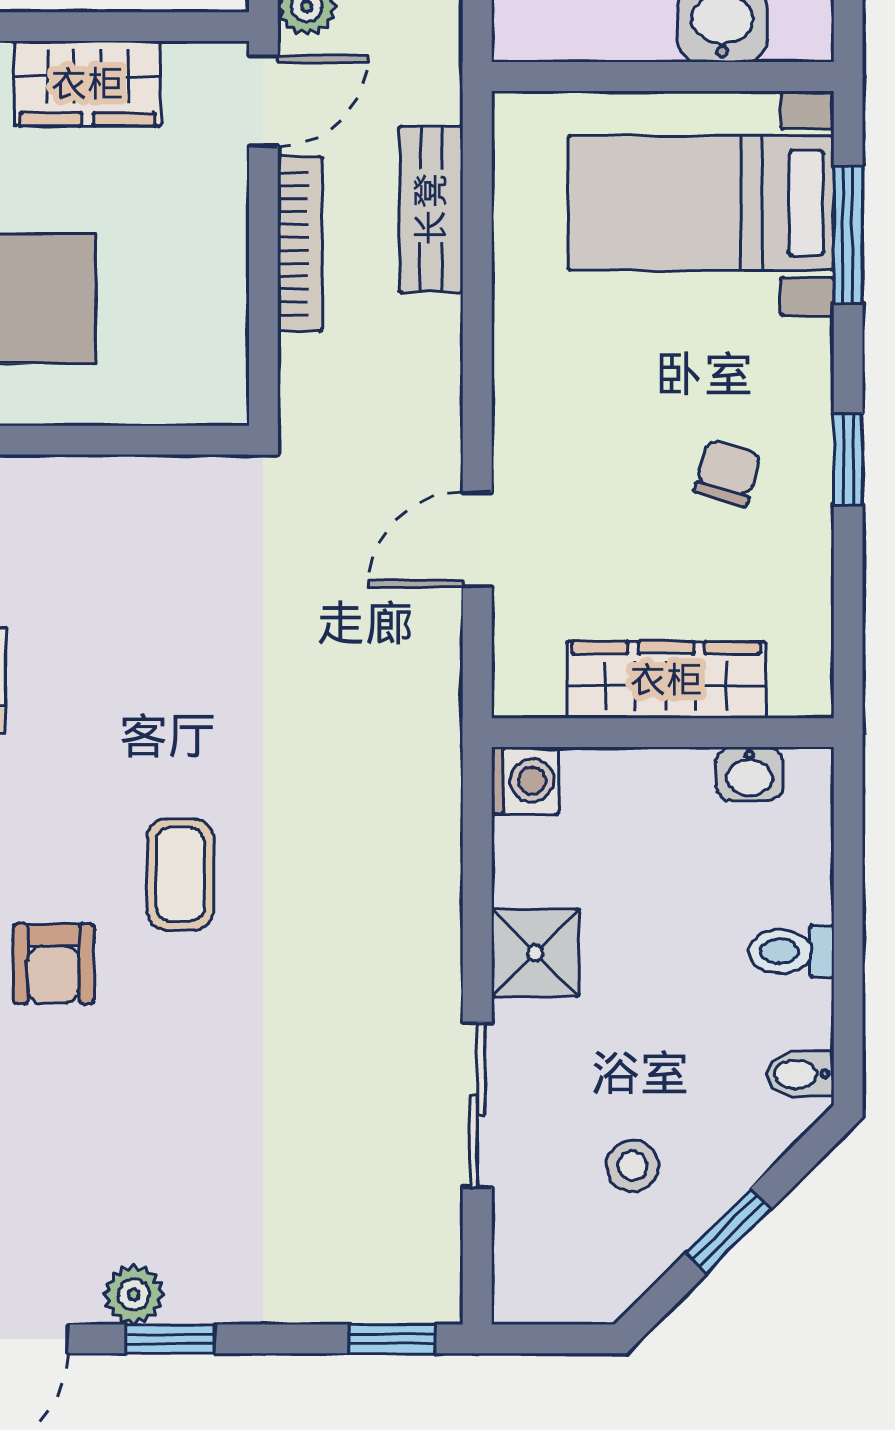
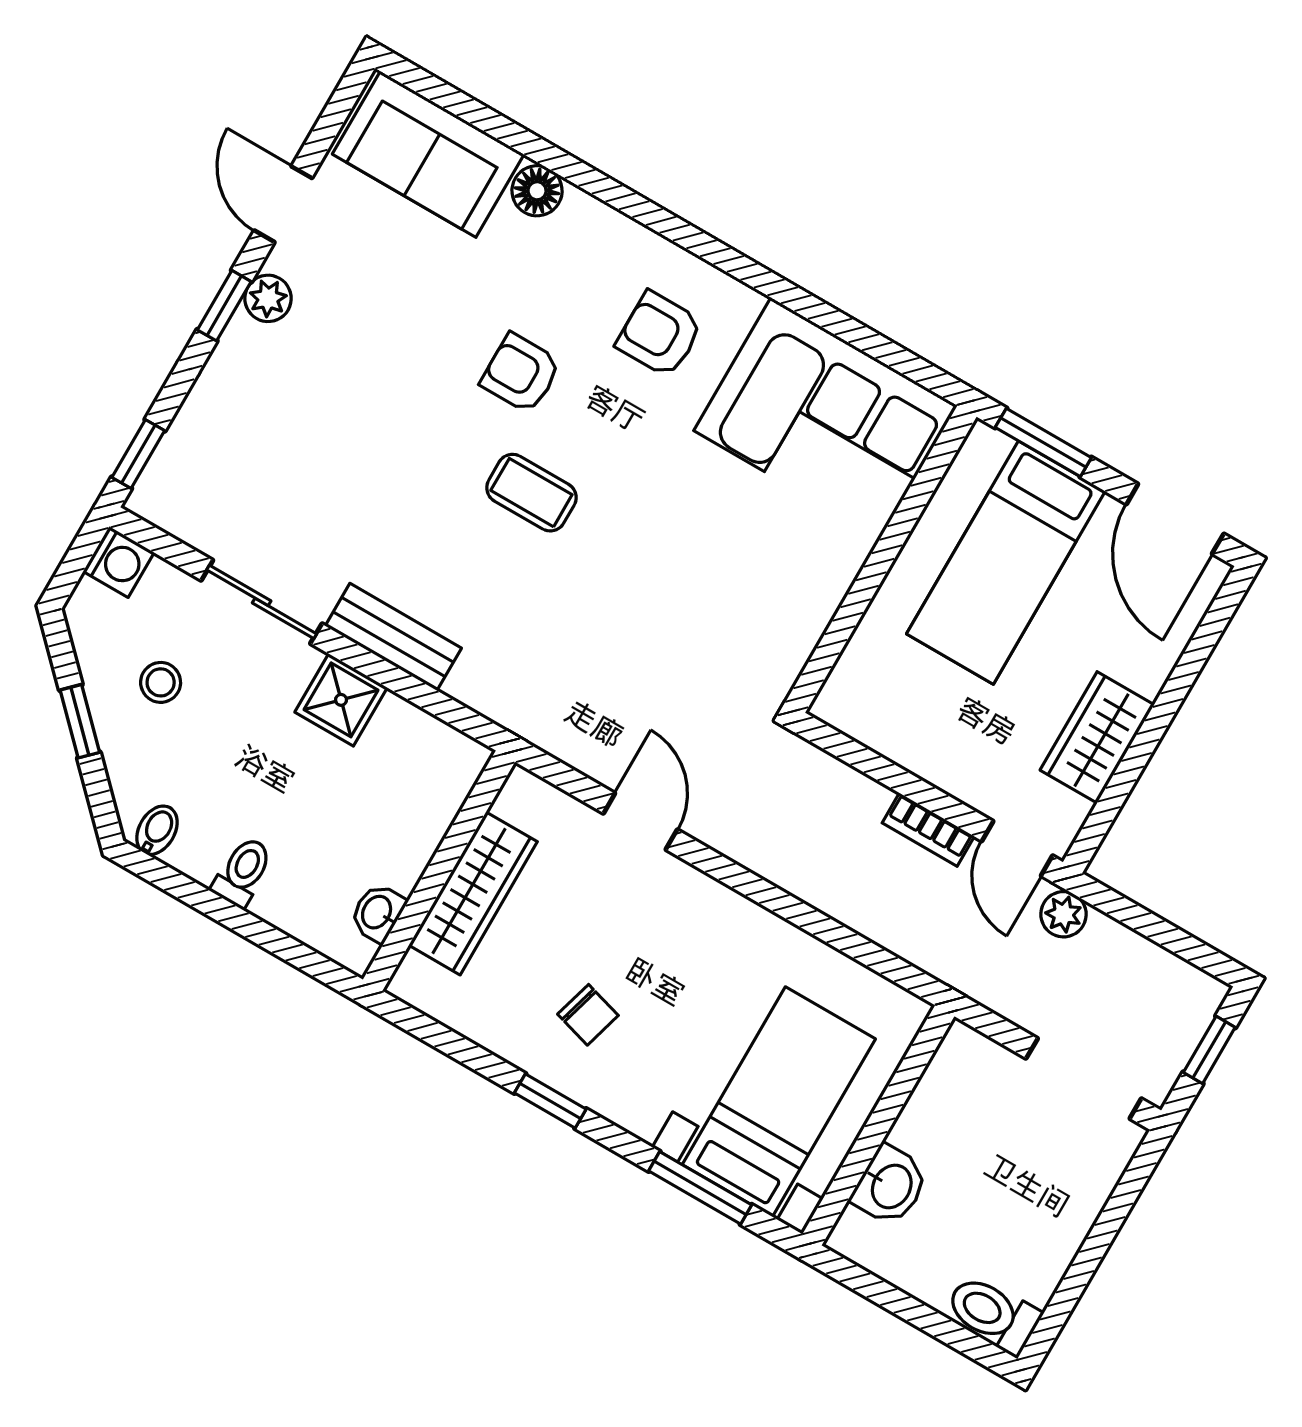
bench: (431, 209) -> (393, 637), moved
bookcase: (300, 244) -> (928, 830), width x0.64
washing machine: (525, 781) -> (119, 562), moved, turned -90

